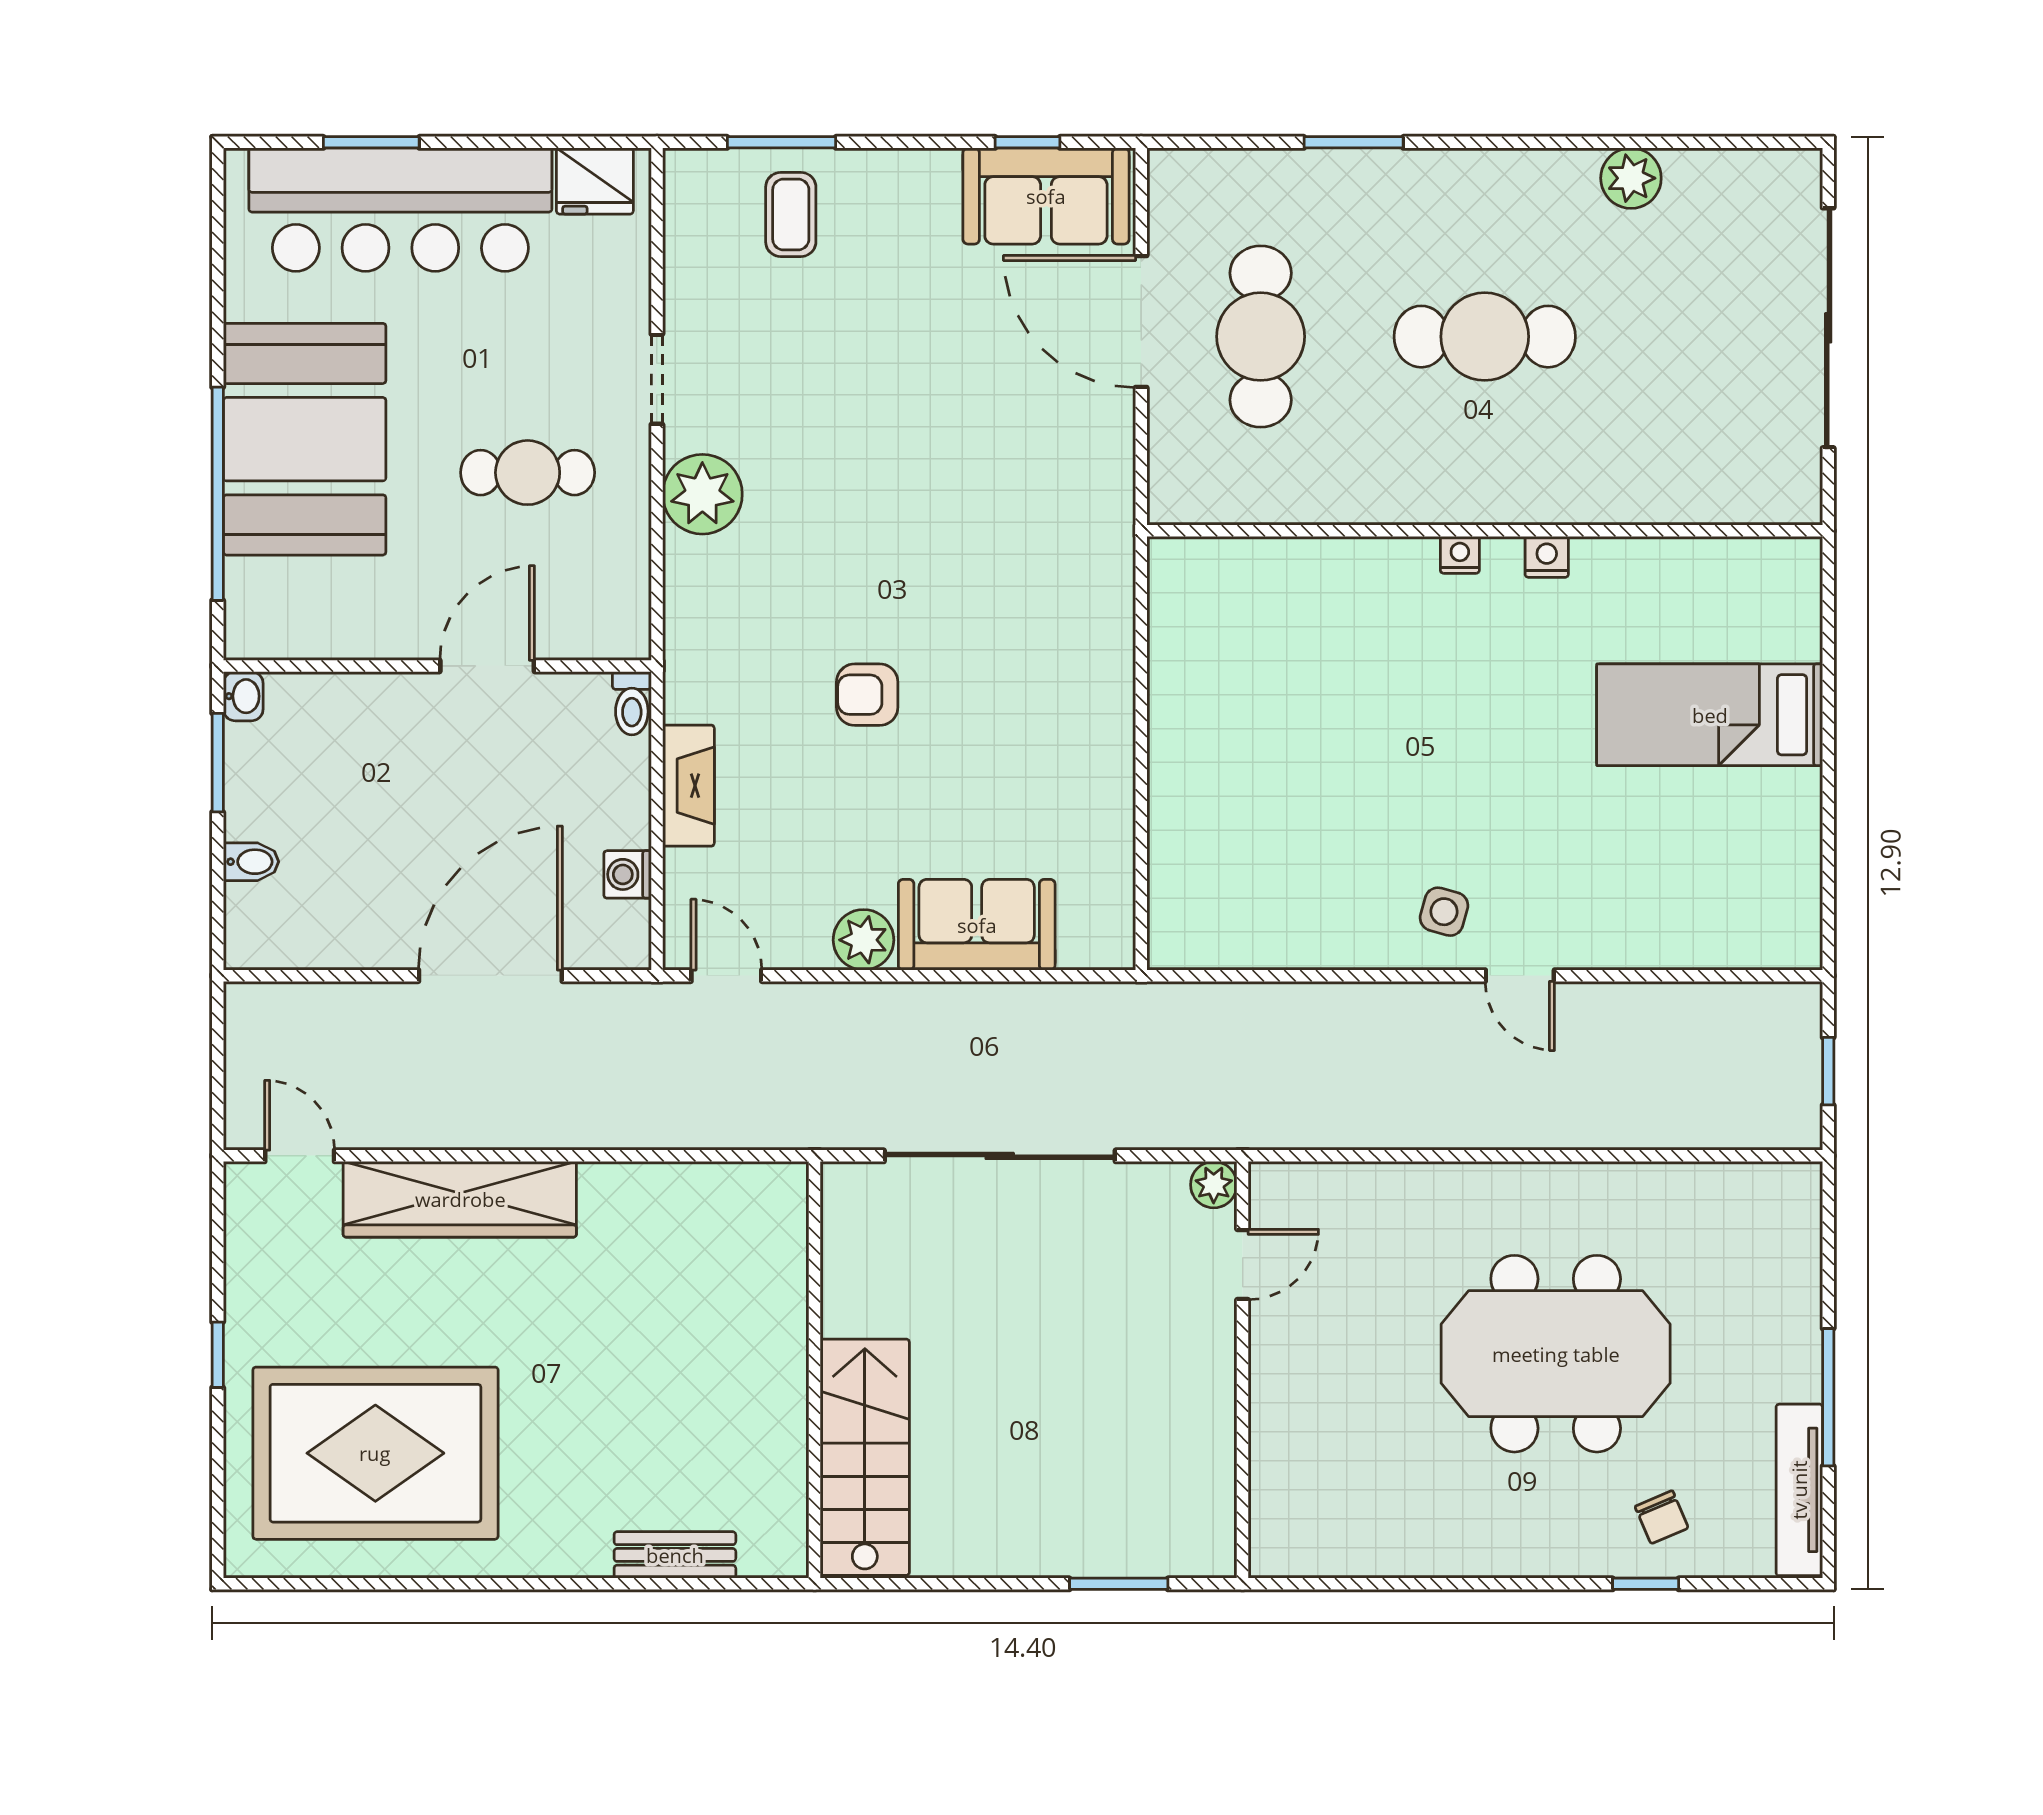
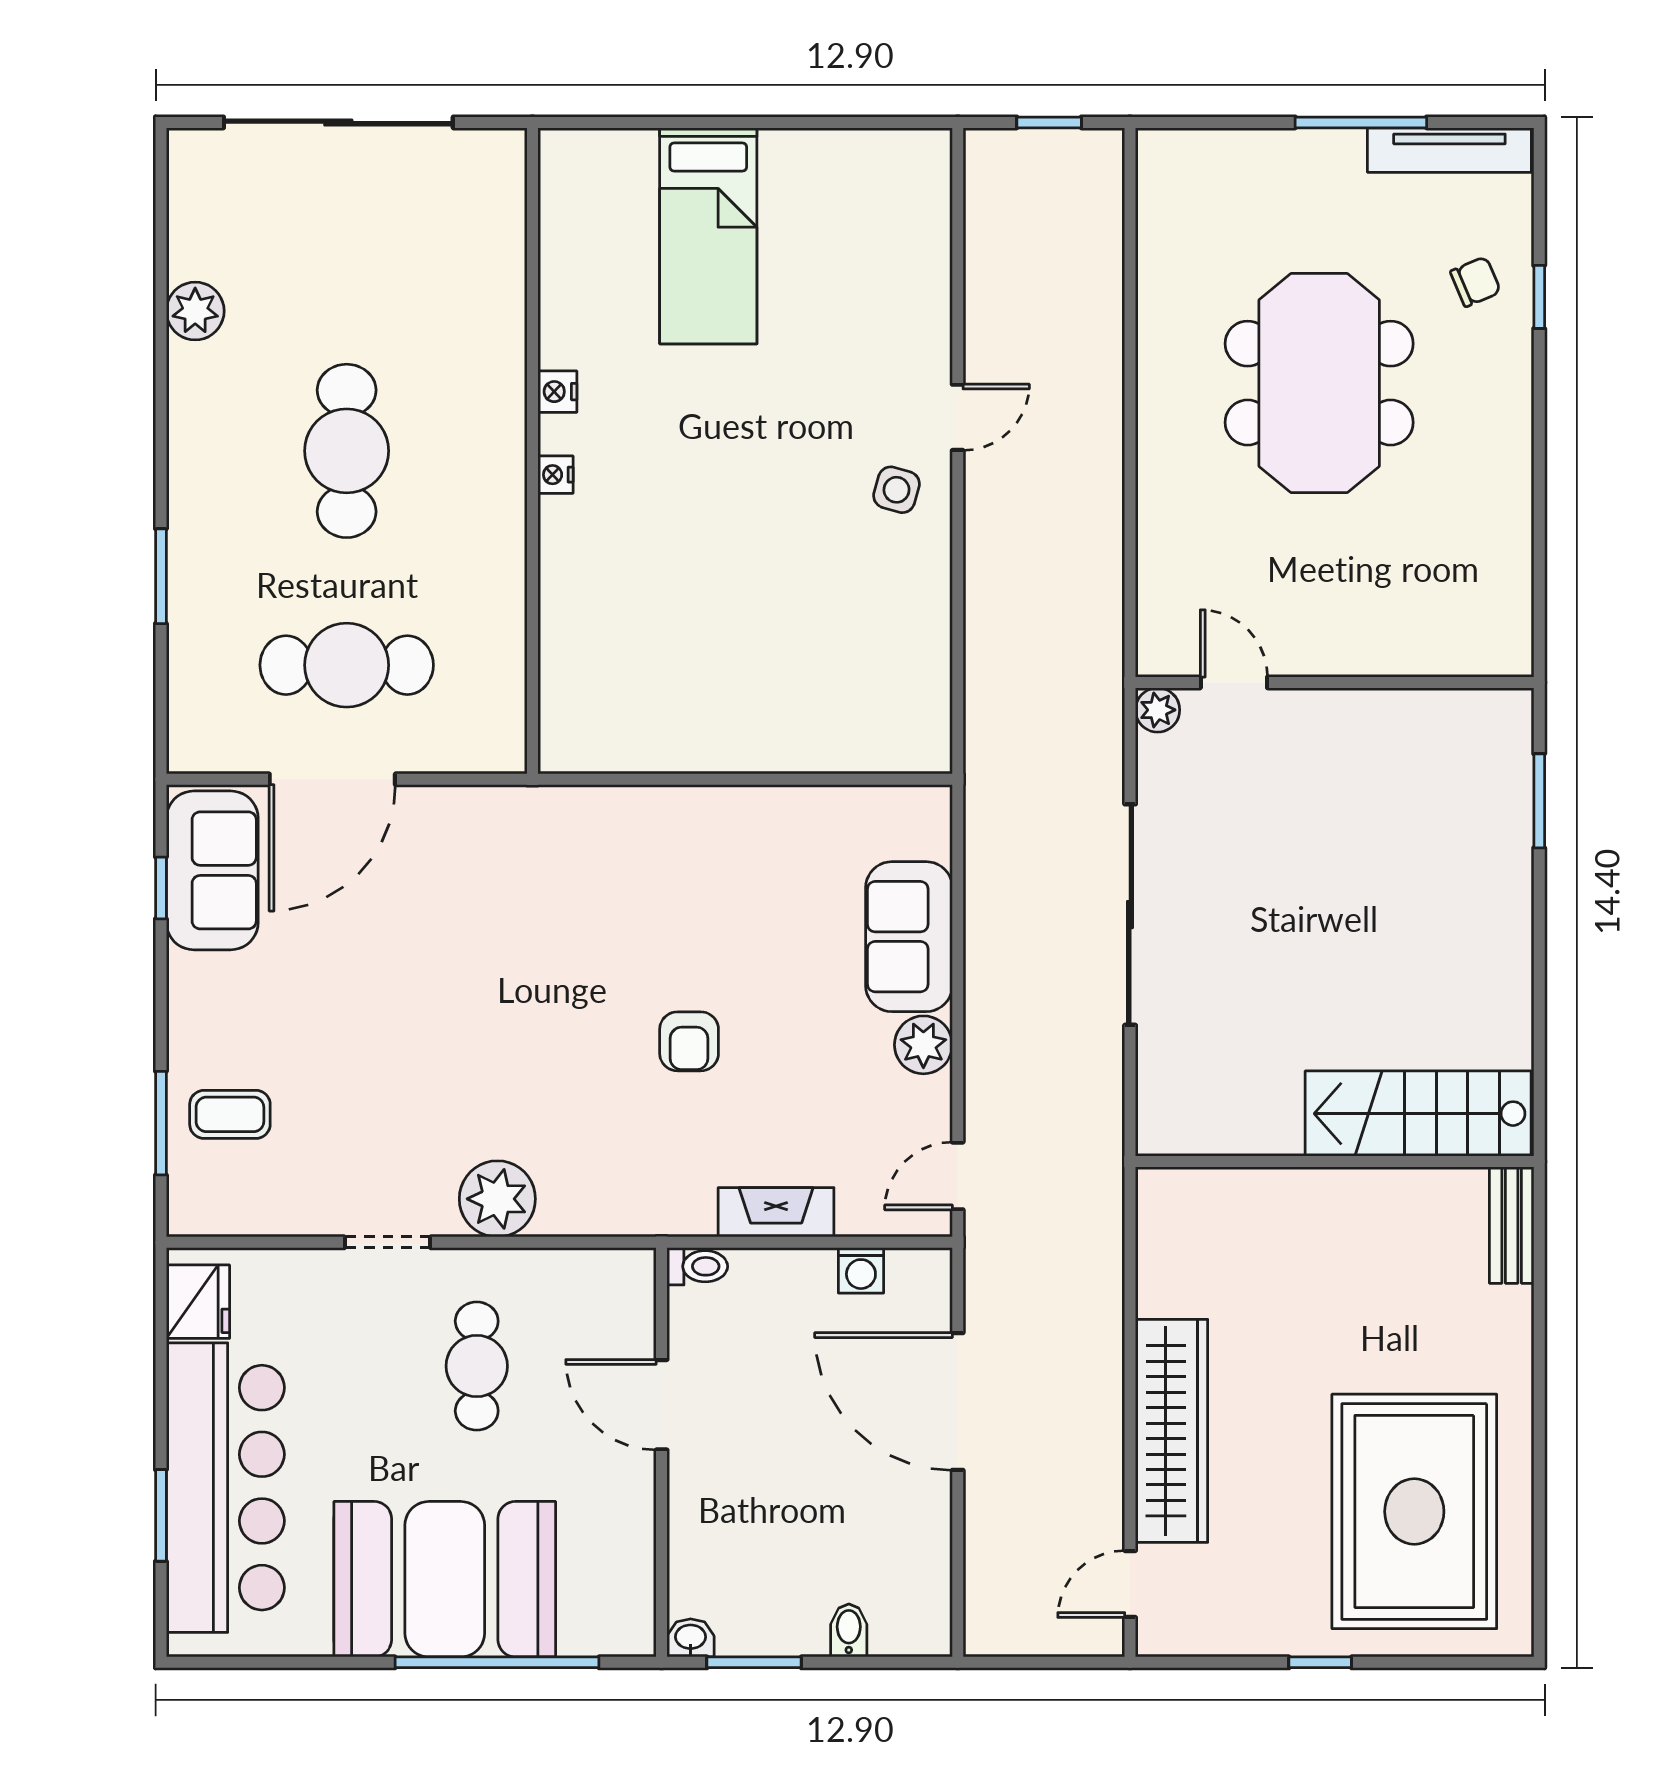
wall: (815, 1370) -> (1335, 1162), moved
stairs: (865, 1457) -> (1418, 1114), moved

